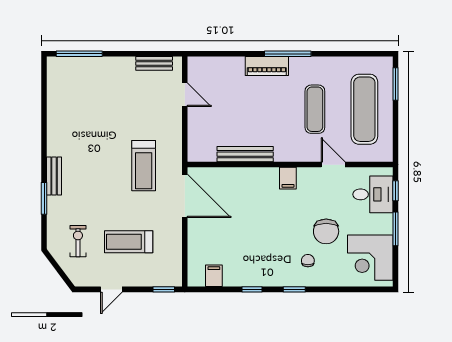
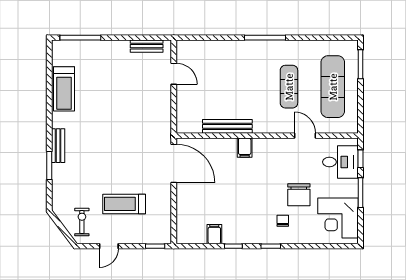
piano: (267, 66) -> (246, 48), removed
treadmill: (144, 166) -> (64, 89), moved
filing cabinet: (288, 178) -> (245, 148), moved
exercise bike: (78, 241) -> (82, 222), moved
filing cabinet: (214, 276) -> (214, 234), moved

